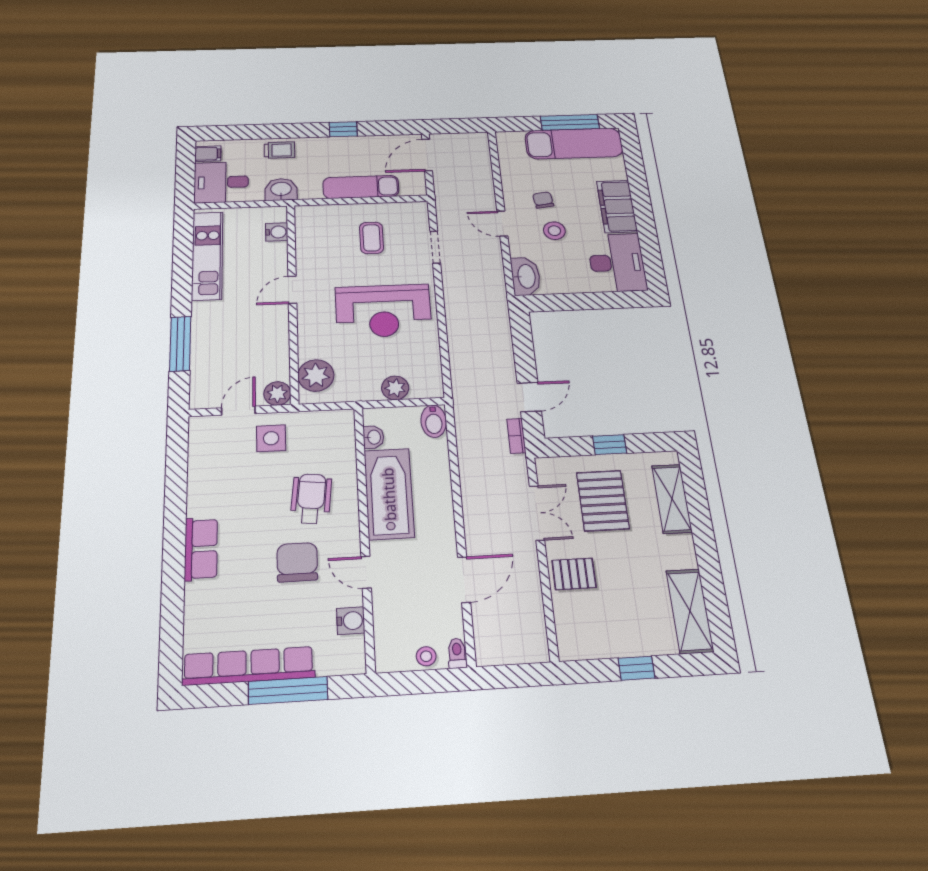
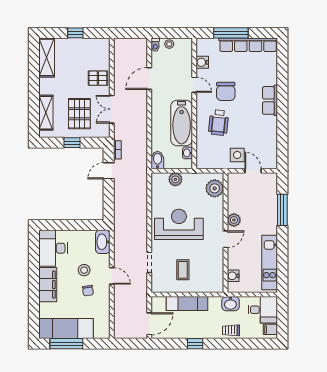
plant: (277, 393) -> (234, 220), moved
door: (238, 411) -> (253, 171), swing flipped

